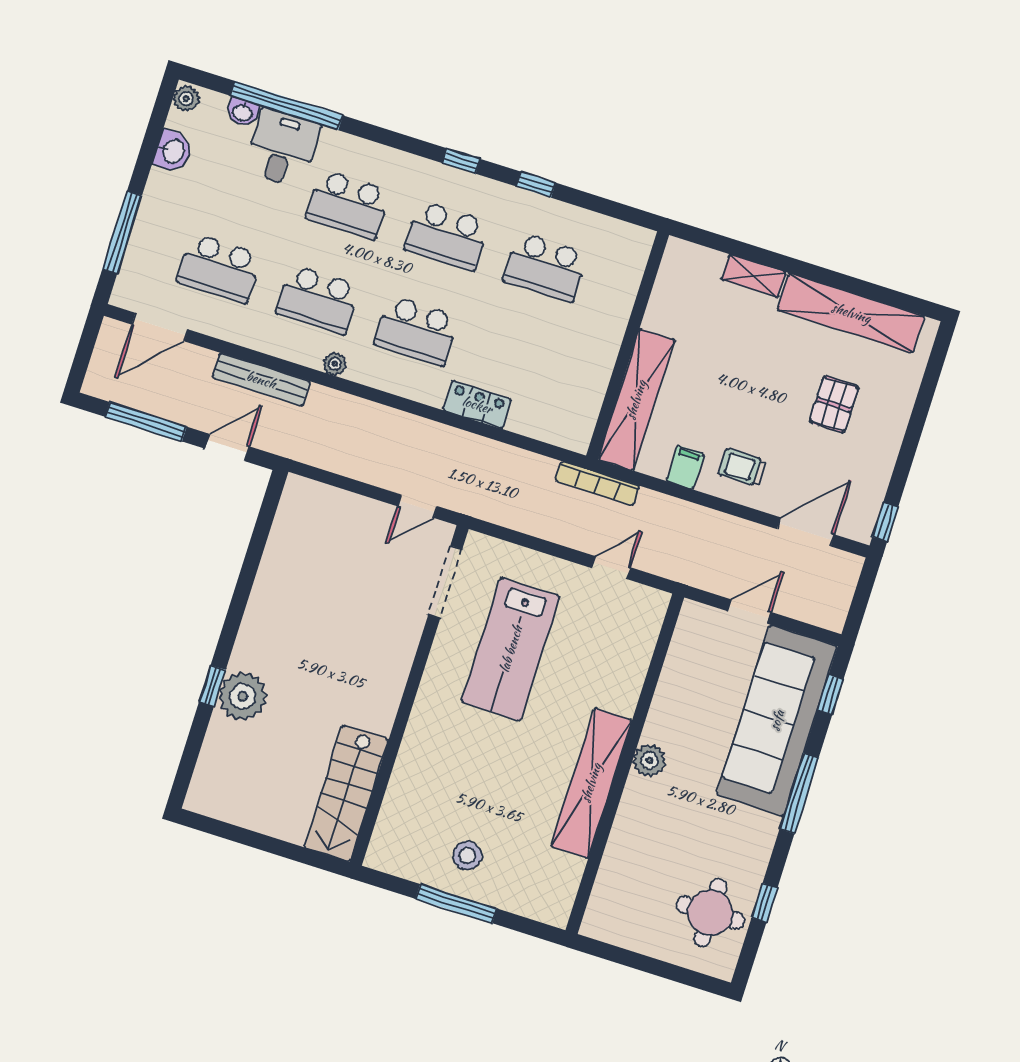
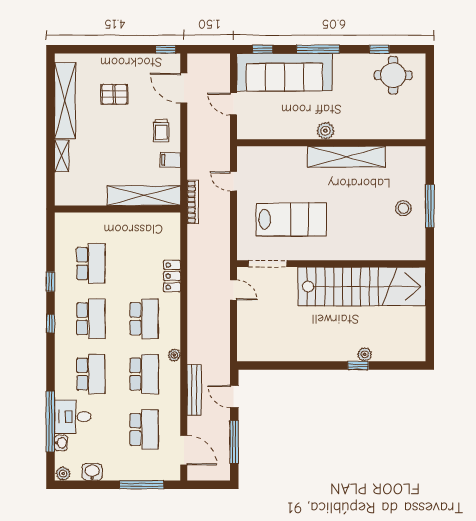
plant: (243, 696) -> (365, 354), width x0.53, depth x0.53
stairs: (346, 793) -> (362, 286), width x1.86, depth x1.51

